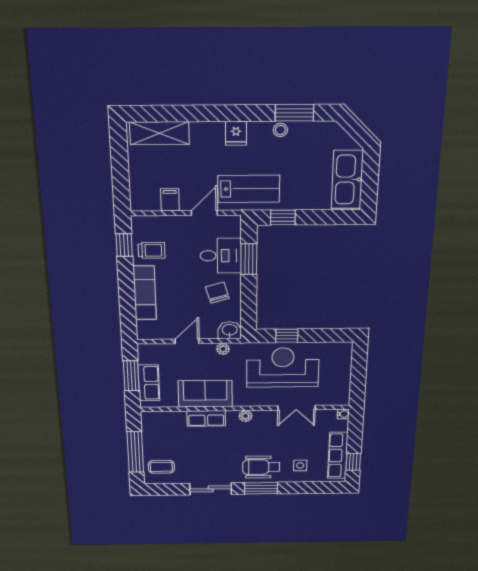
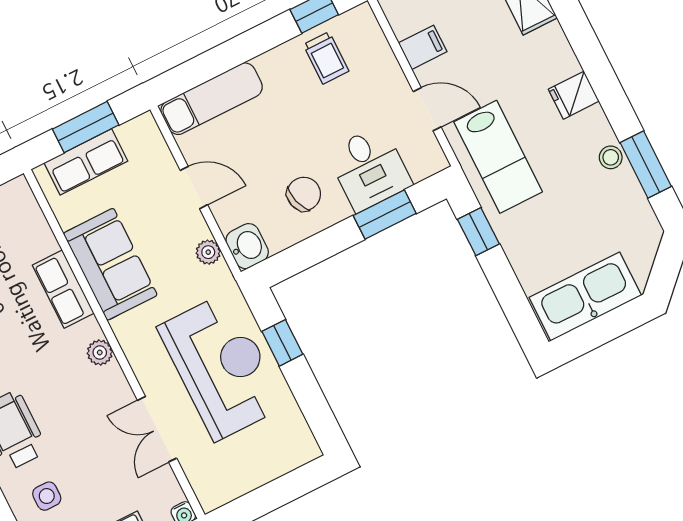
exam couch: (145, 293) -> (212, 99), moved

